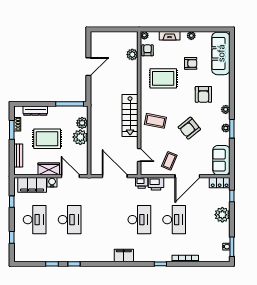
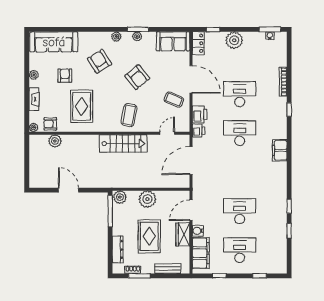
armchair: (203, 94) -> (100, 61), turned -122
plant: (82, 123) -> (120, 197), moved

